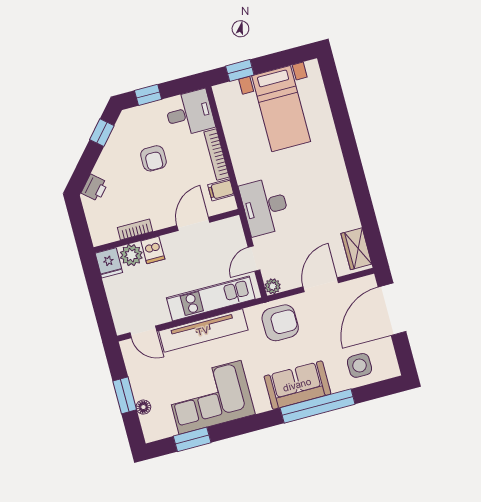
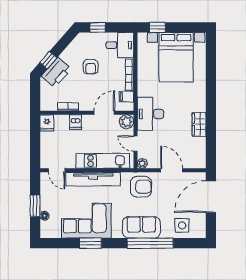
bed with nightstands: (281, 109) -> (176, 57), width x1.36
window: (102, 133) -> (48, 60), moved
printer: (95, 188) -> (56, 72), width x1.87, depth x1.48
wardrobe: (356, 249) -> (199, 124), moved
plant: (131, 255) -> (127, 122), moved
door: (254, 259) -> (135, 144), hinge flipped
door: (321, 285) -> (172, 170), hinge flipped
window: (192, 439) -> (90, 243), moved

